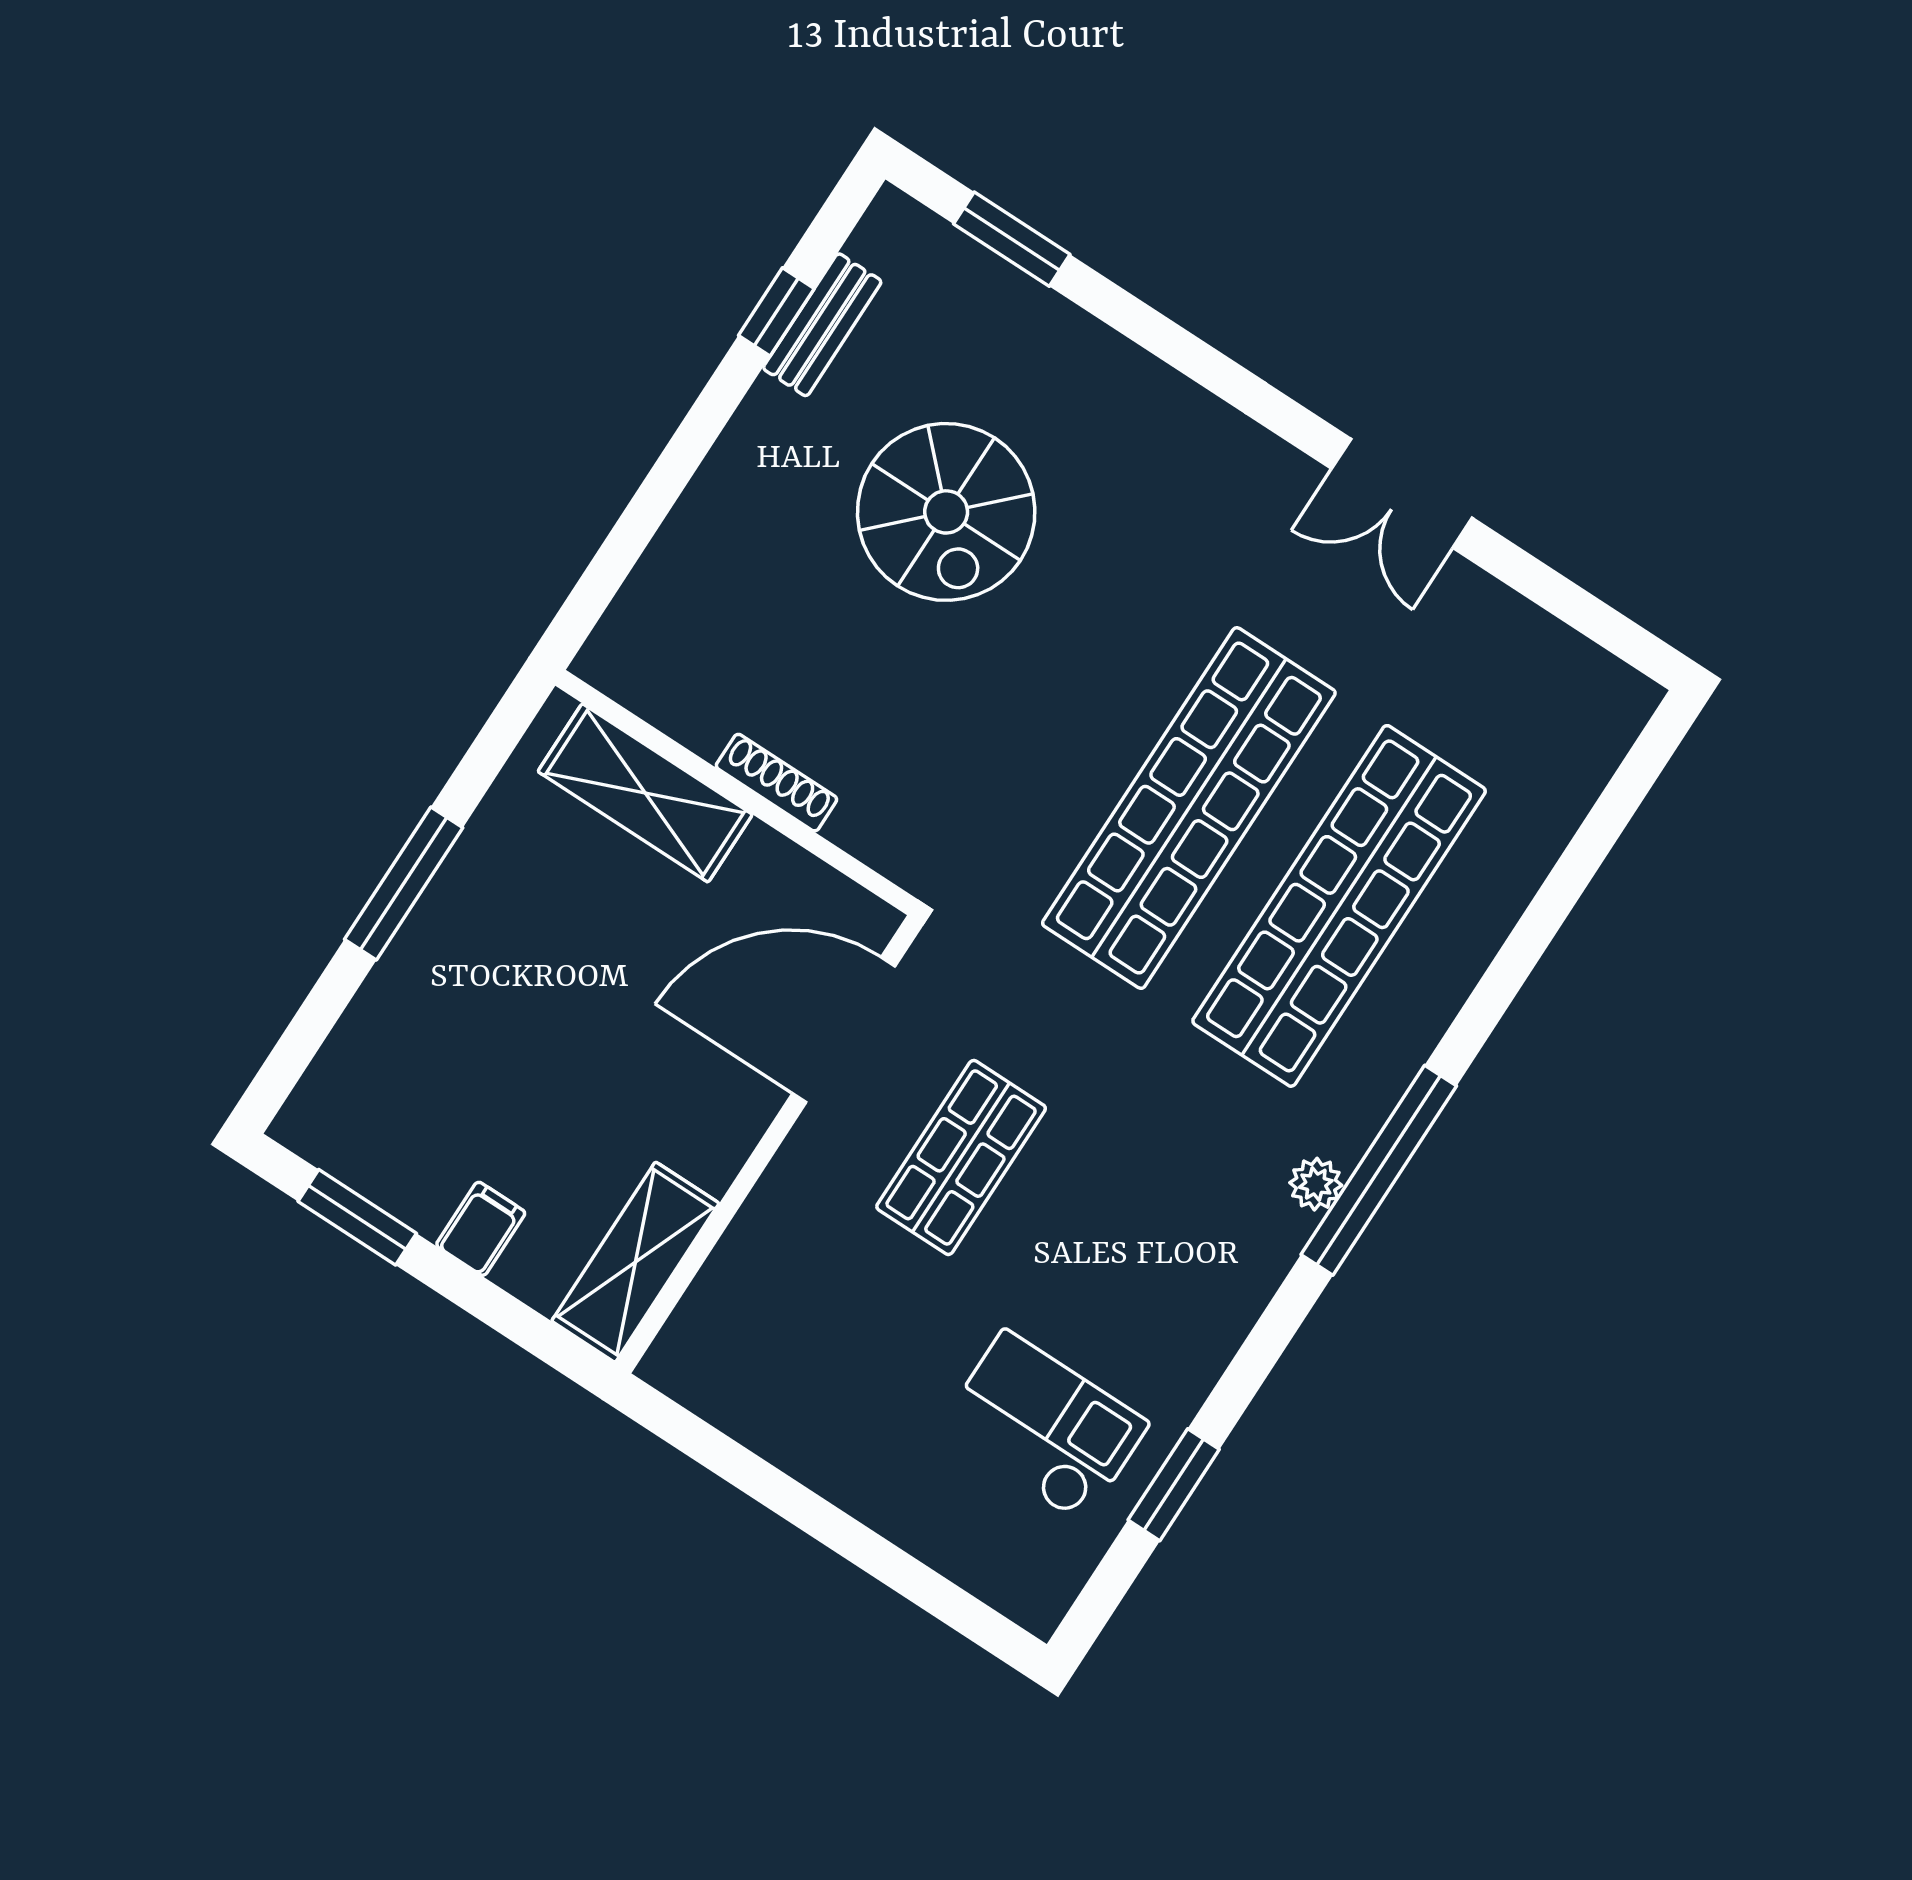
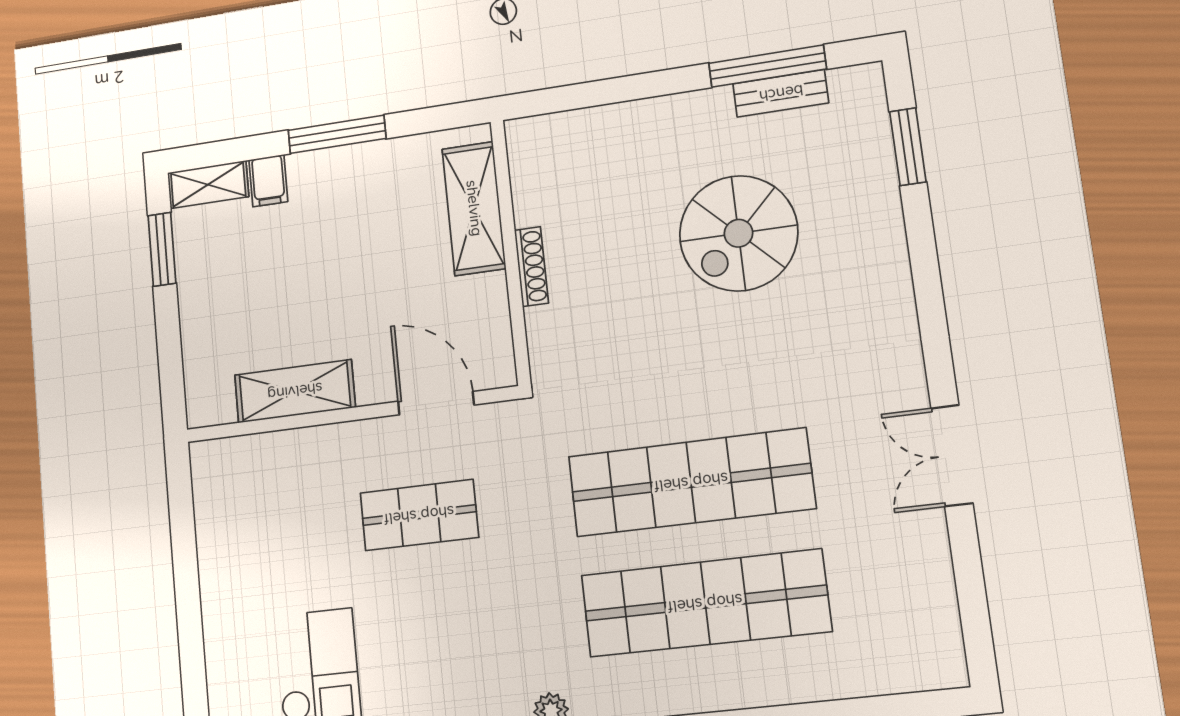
window: (776, 312) -> (767, 66), width x2.17
door: (844, 1030) -> (436, 403), width x0.73
shelving: (325, 1094) -> (208, 185), added
filing cabinet: (481, 1229) -> (268, 181), moved, turned 90
shelving: (635, 1262) -> (295, 391), moved

